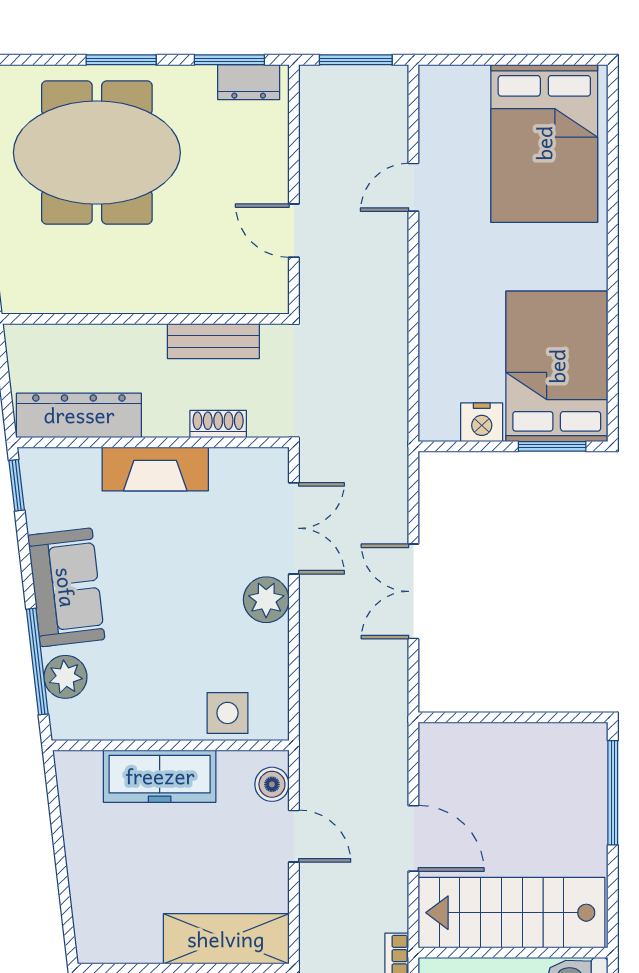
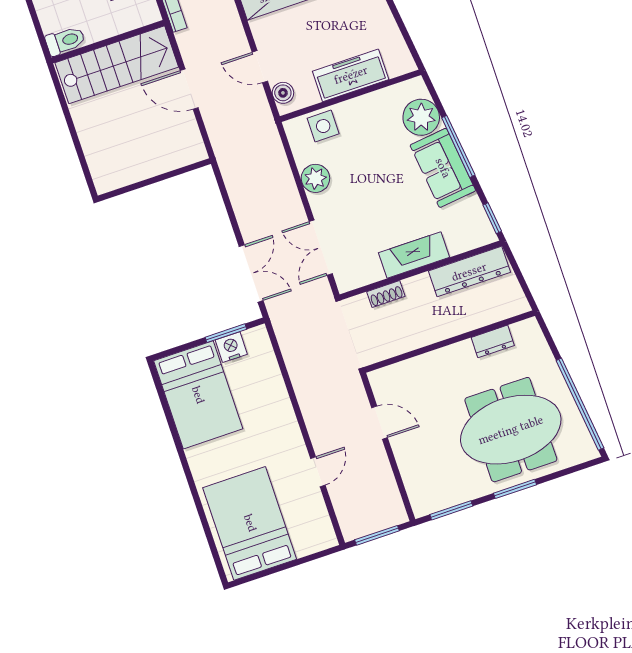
dresser: (249, 82) -> (493, 341), moved, turned 180
bench: (213, 341) -> (405, 342), removed
window: (552, 446) -> (226, 333), moved
double door: (413, 591) -> (251, 273), moved
plant: (266, 600) -> (315, 178), moved
window: (37, 662) -> (458, 146), moved
plant: (65, 677) -> (421, 117), width x1.36, depth x1.36
window: (613, 793) -> (81, 155), removed

